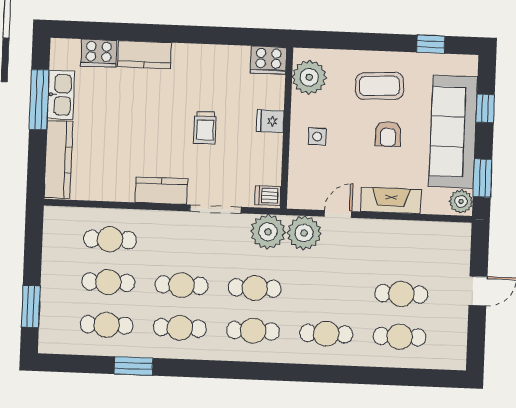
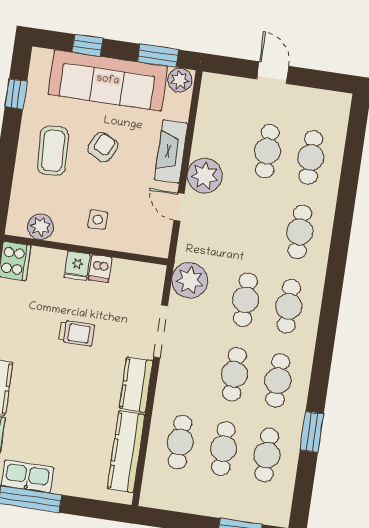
plant: (309, 77) -> (40, 227), width x0.73, depth x0.73
armchair: (388, 134) -> (103, 147), turned -63
kitchen counter: (58, 159) -> (126, 452), moved, turned -90
dishwasher: (268, 196) -> (100, 269), moved
plant: (304, 233) -> (205, 176), moved

